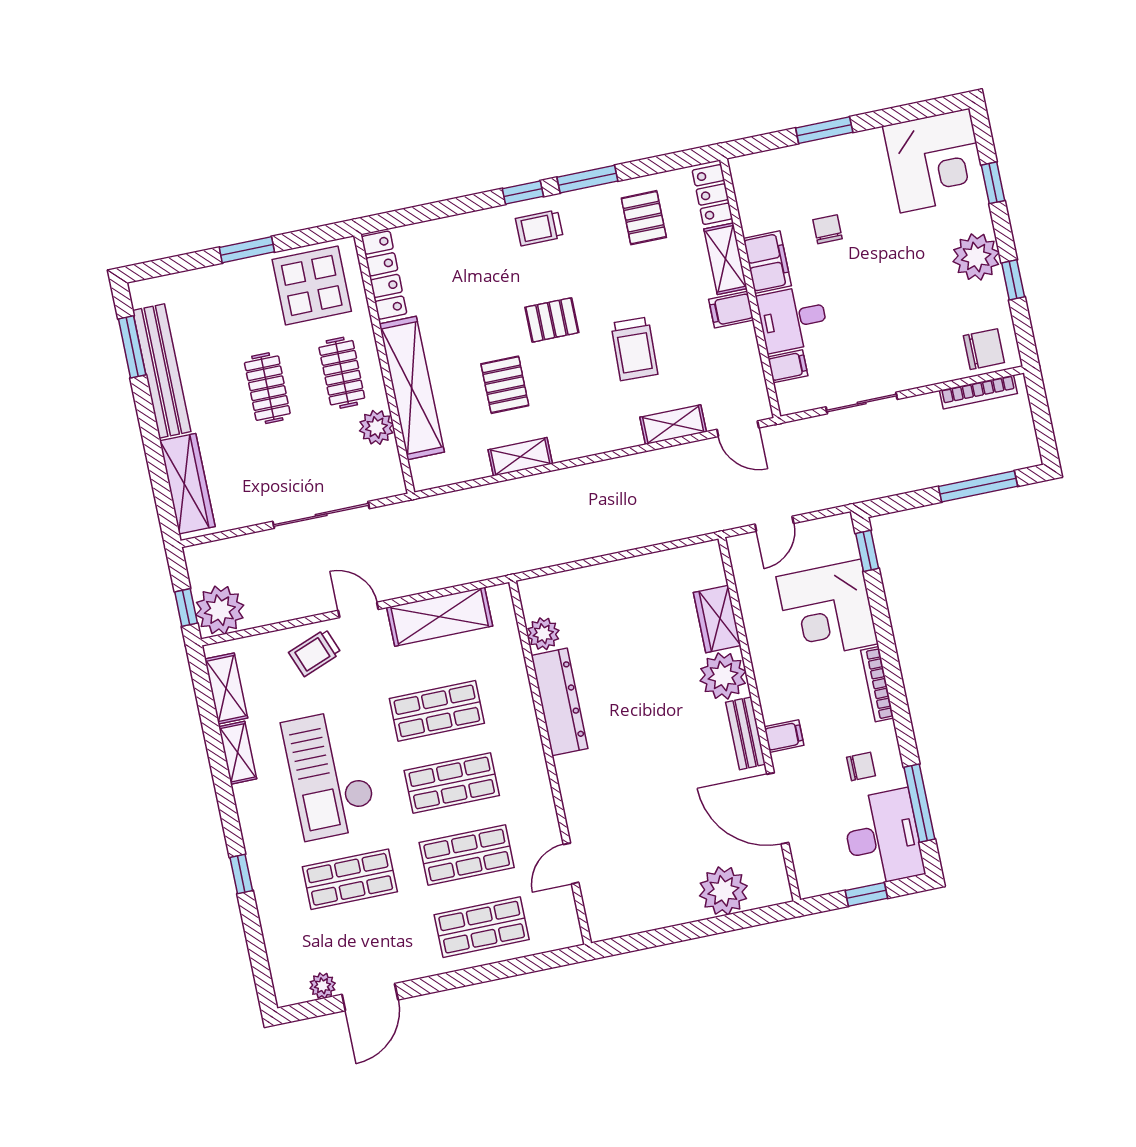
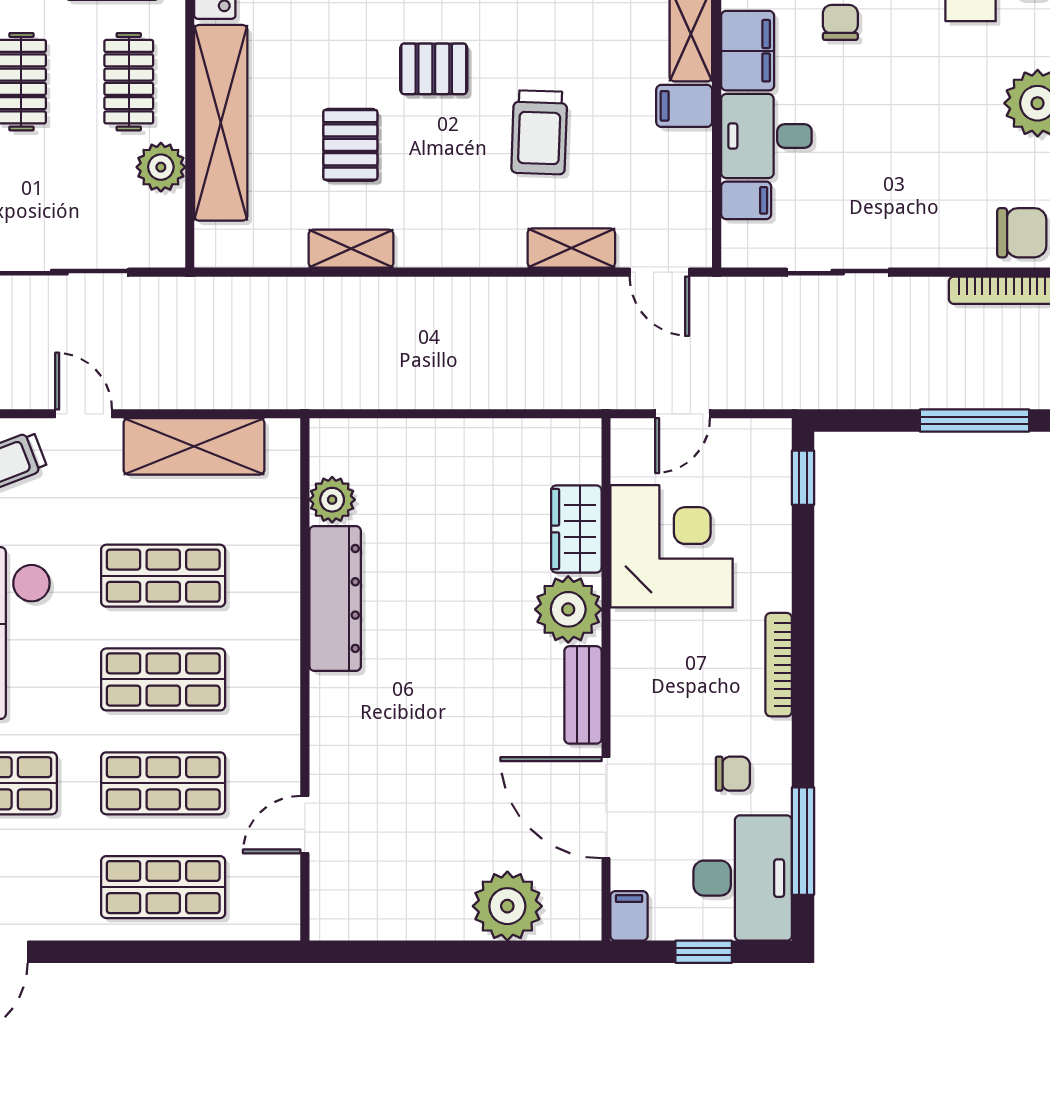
corner desk: (827, 610) -> (671, 546), moved, turned 180
filing cabinet: (784, 736) -> (629, 916), moved, turned -90

